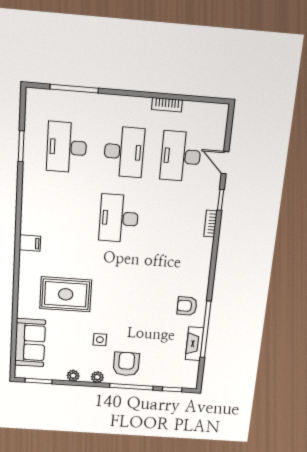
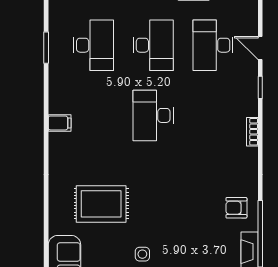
desk: (67, 147) -> (93, 45), turned 180
bookcase: (211, 224) -> (252, 132), moved
filing cabinet: (30, 243) -> (60, 123), moved

